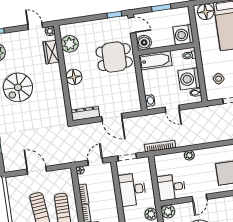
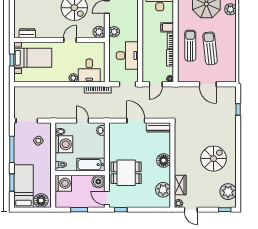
desk: (171, 187) -> (89, 71), moved, turned 90

